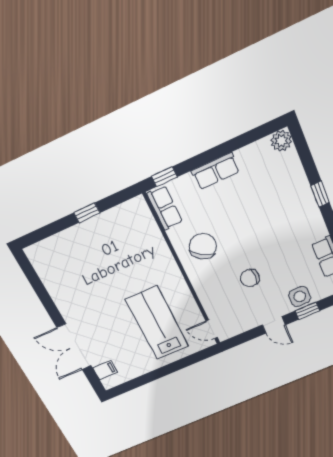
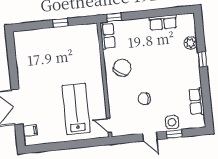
plant: (281, 141) -> (191, 43), moved
row of seats: (216, 171) -> (163, 23), moved

